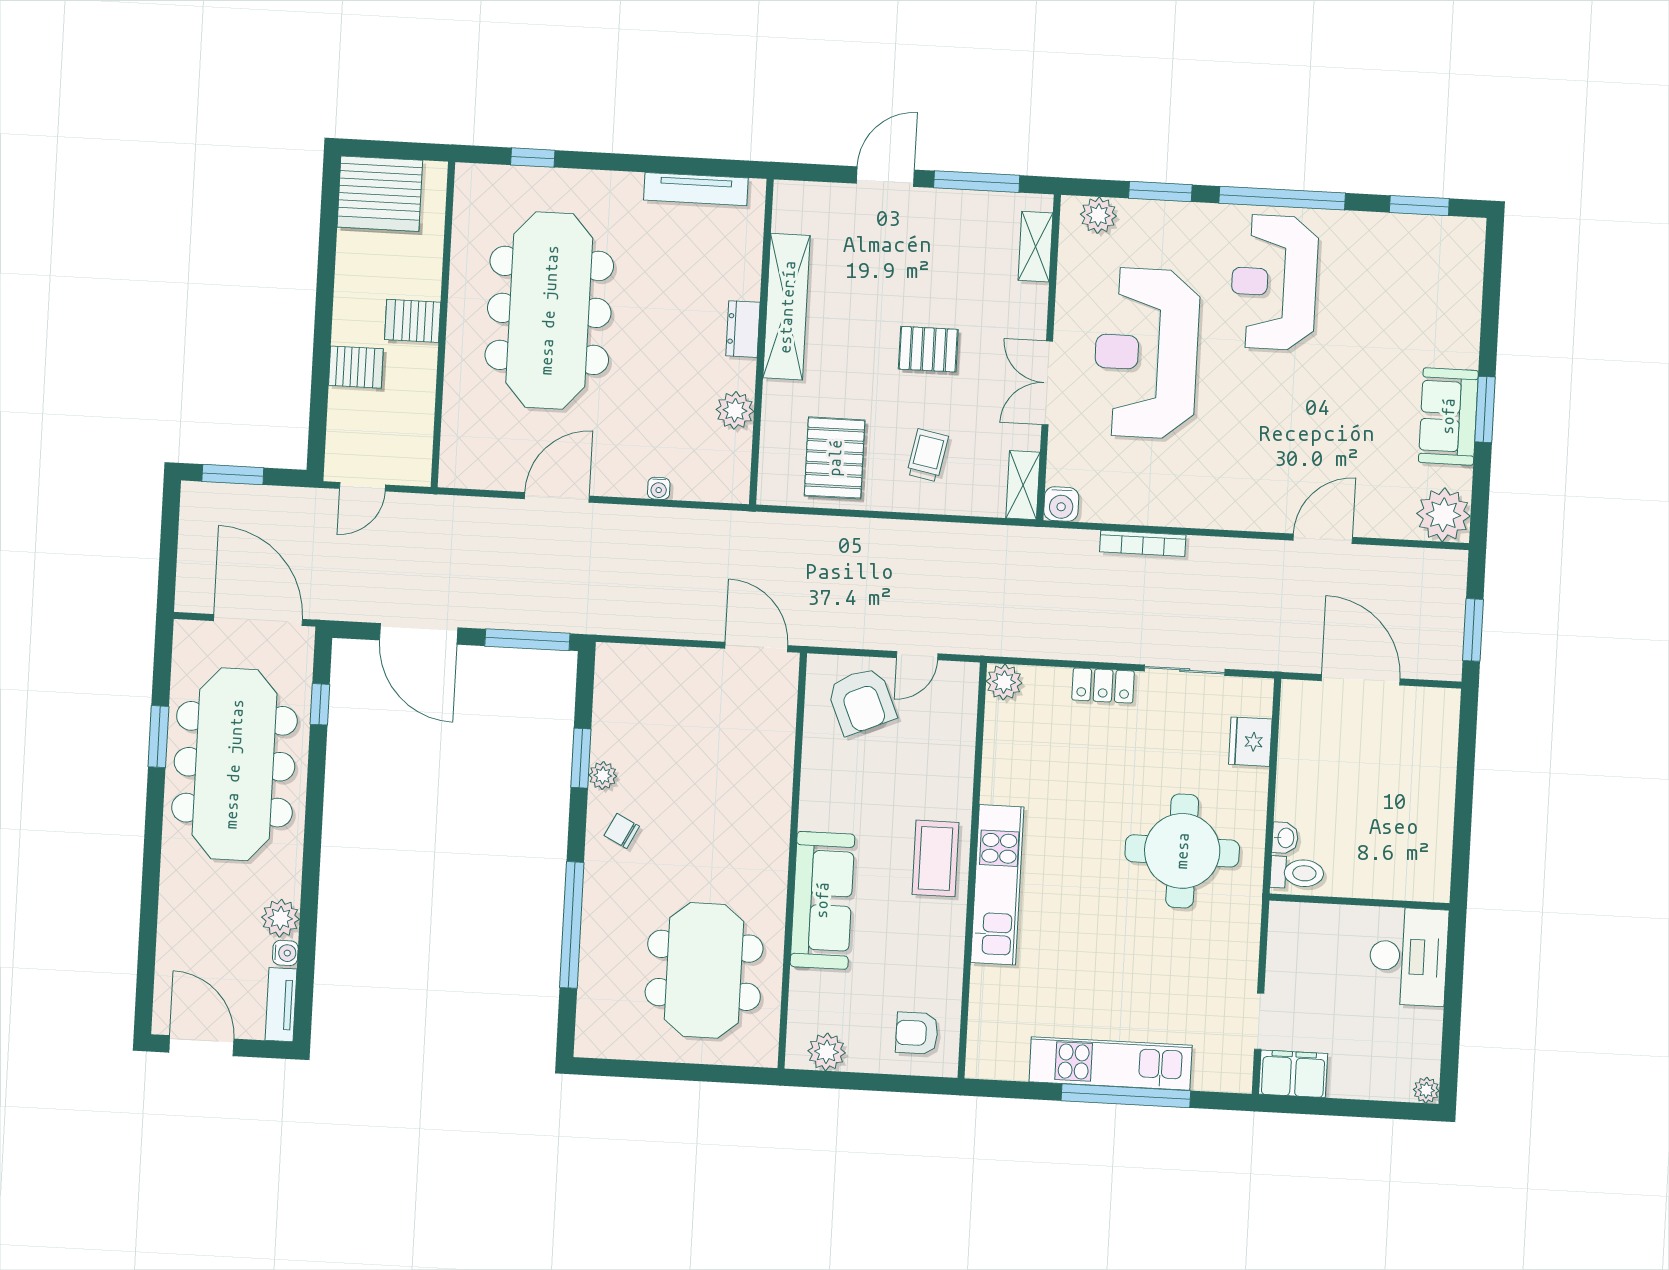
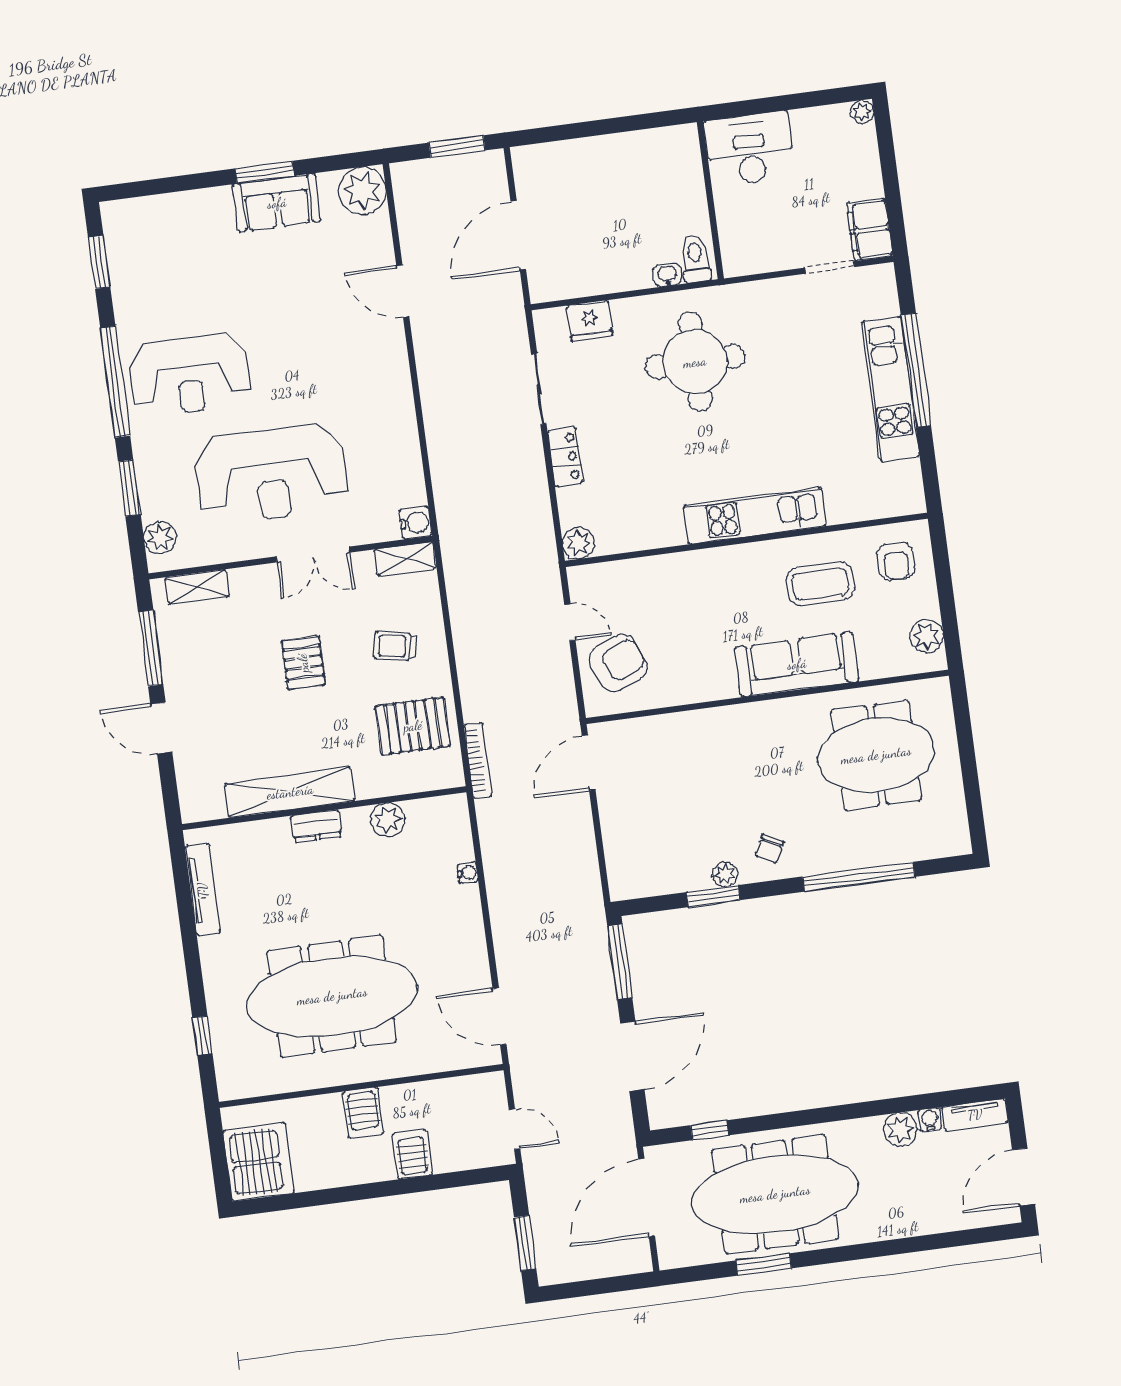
door: (557, 497) -> (499, 1016), moved
bookcase: (1143, 543) -> (478, 760), moved
coffee table: (936, 858) -> (820, 584), moved

